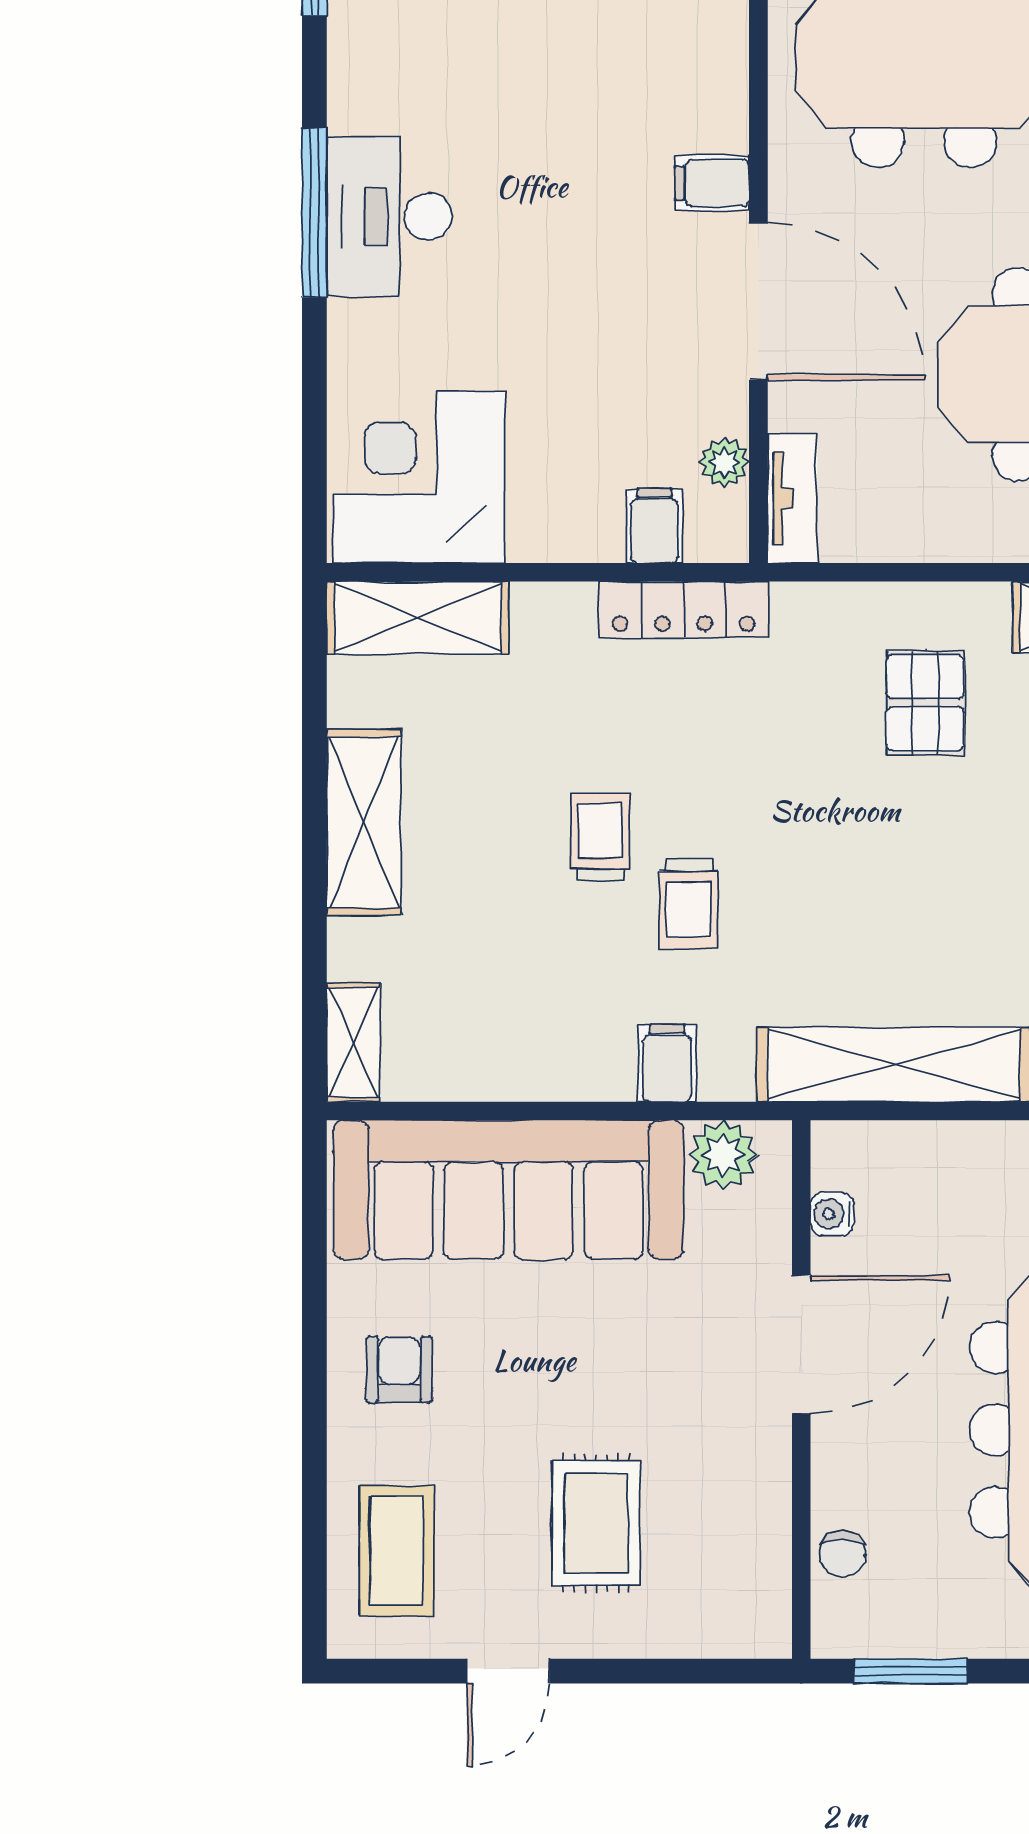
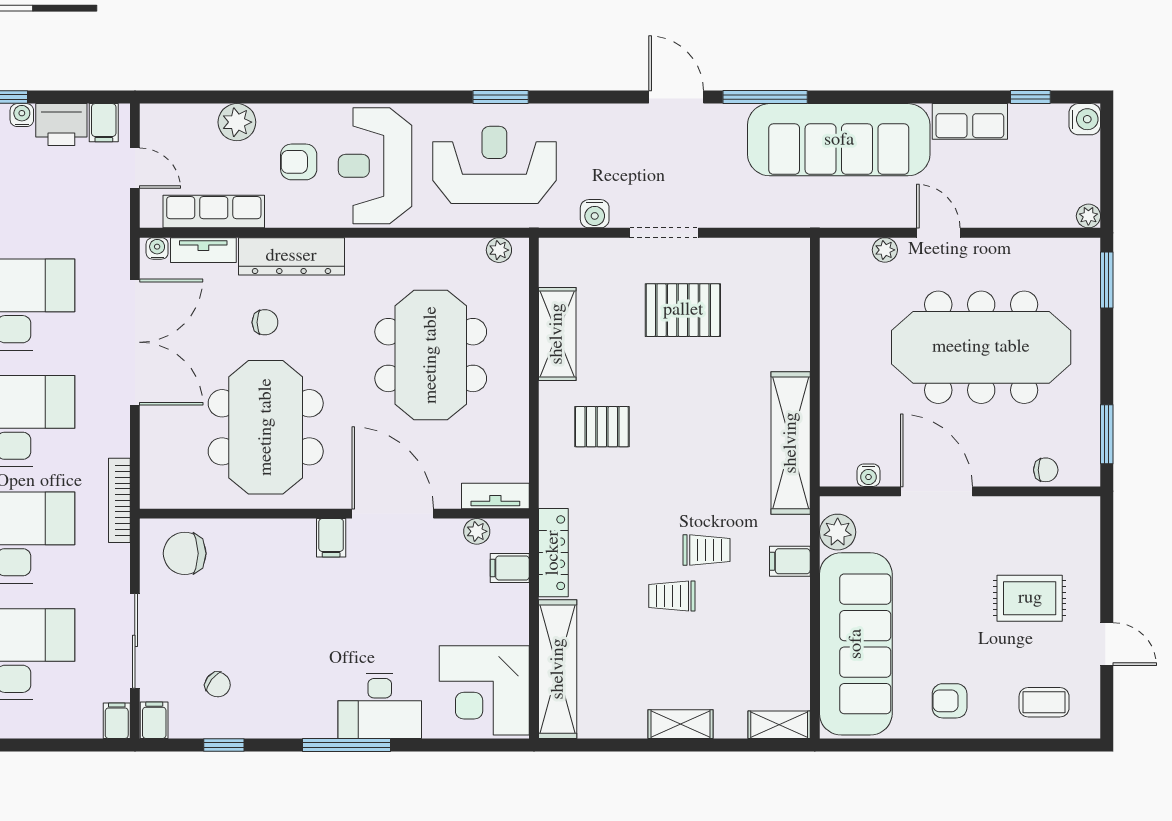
desk: (390, 216) -> (380, 706), moved
door: (758, 301) -> (393, 514), hinge flipped
shelving: (418, 618) -> (558, 669), width x1.47
shelving: (364, 822) -> (681, 724), width x0.67, depth x0.75
coffee table: (397, 1551) -> (1044, 702), width x0.73, depth x0.77

